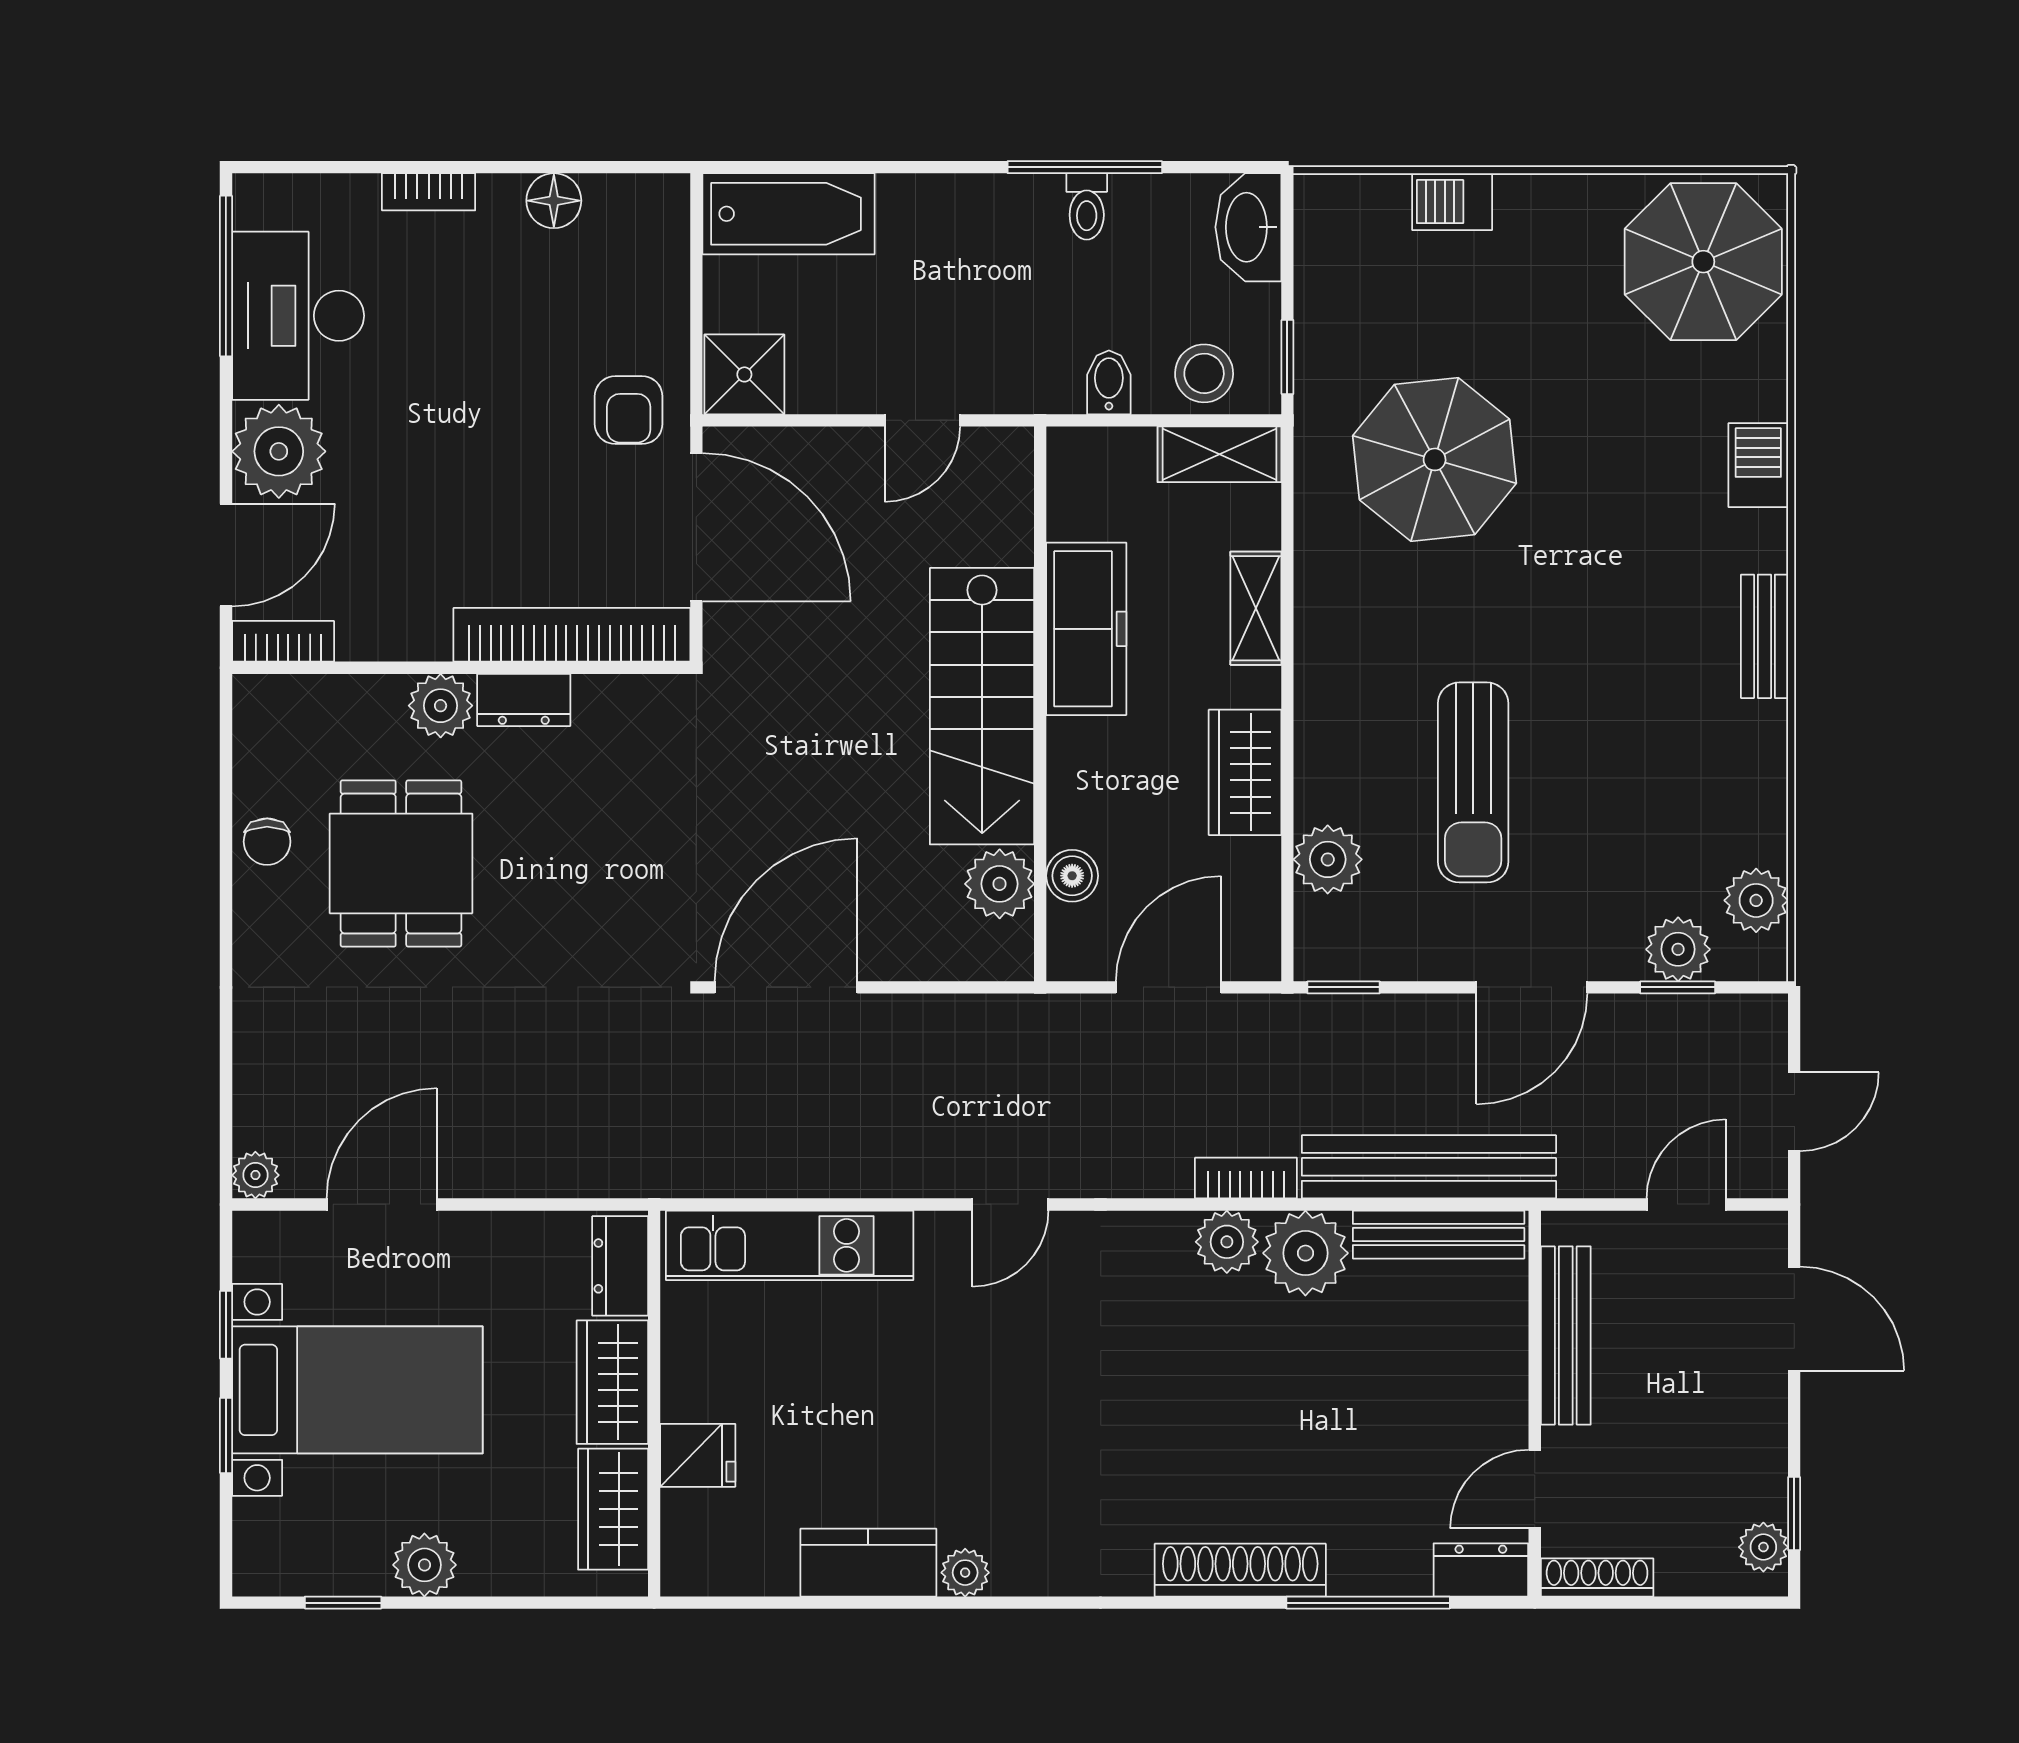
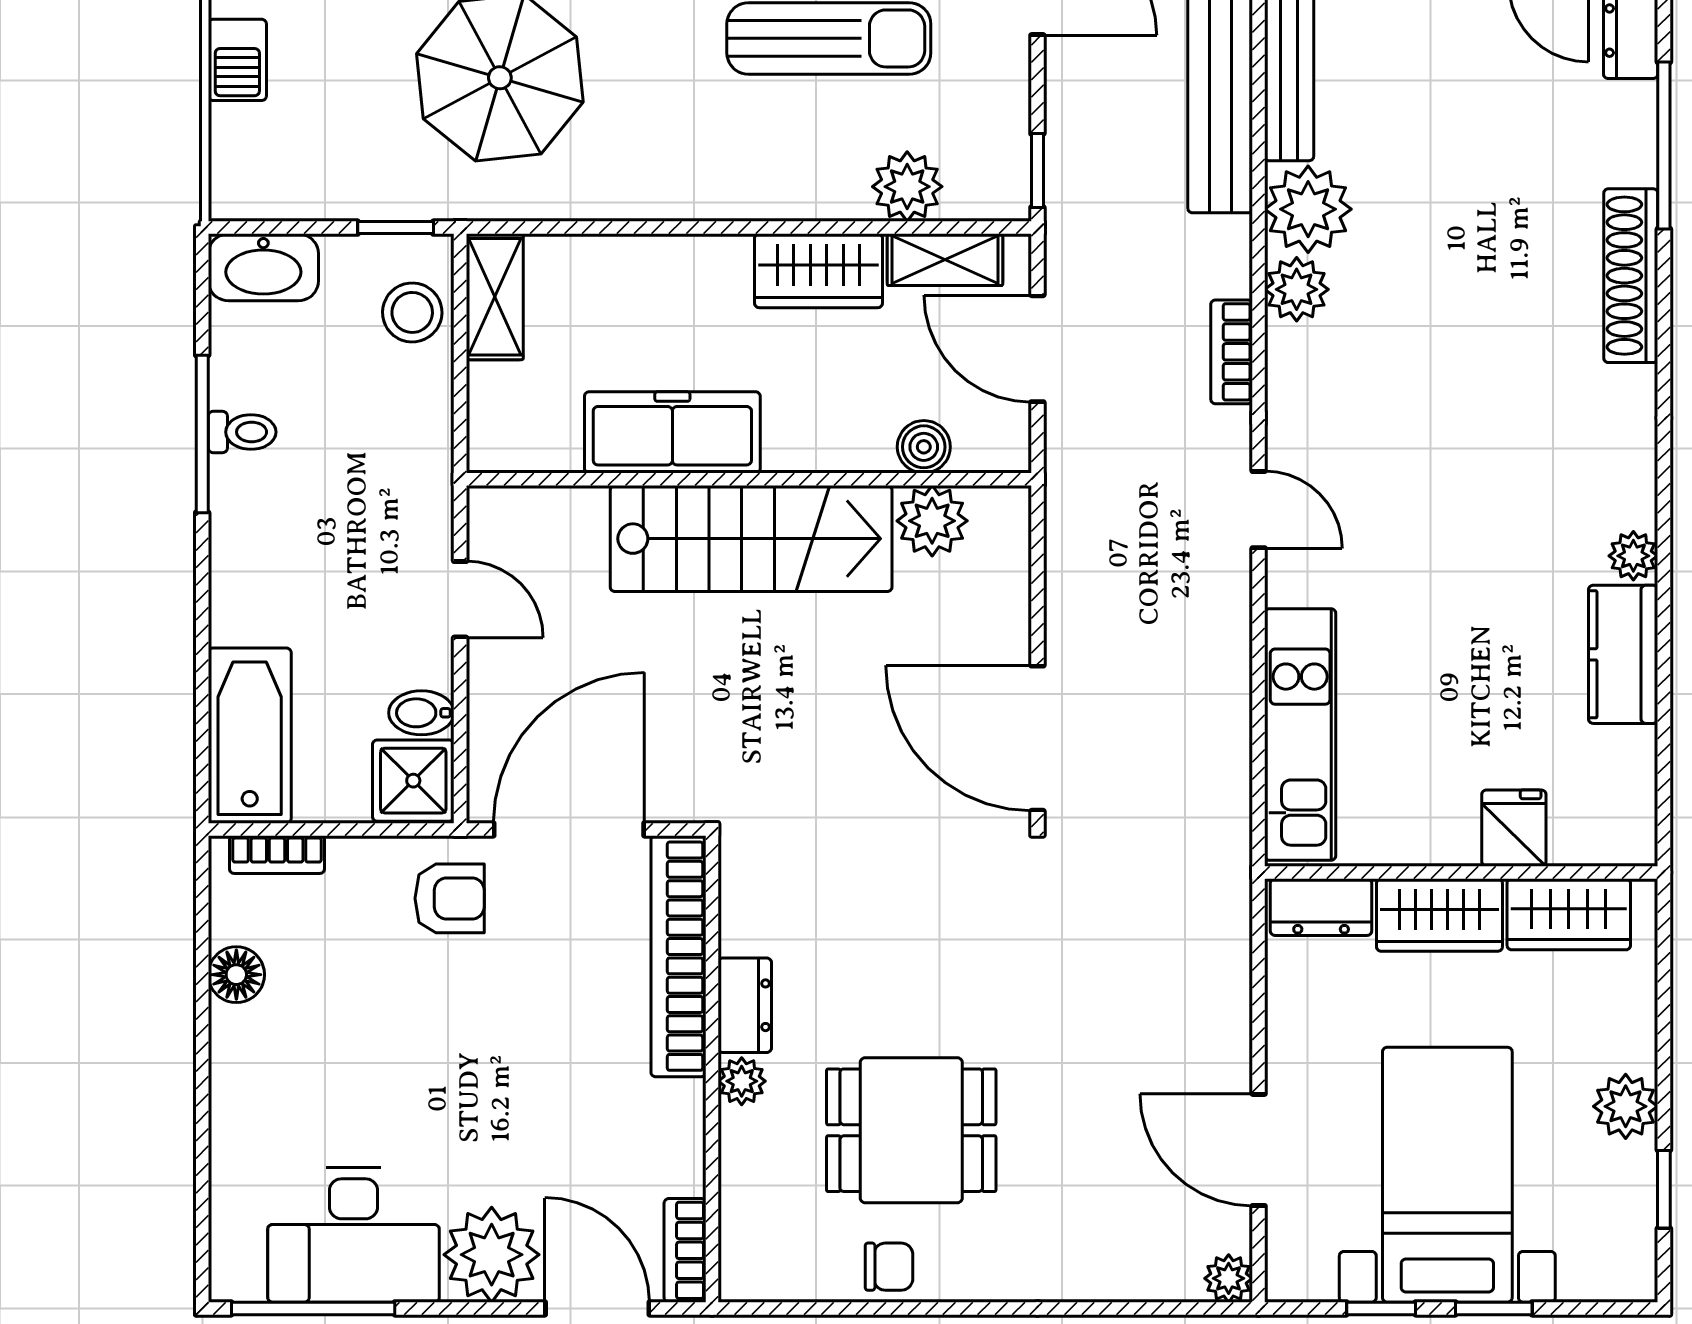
bookcase: (429, 192) -> (277, 855), moved, turned 90
bidet: (1109, 382) -> (421, 713), moved
shelving: (1256, 608) -> (945, 260), moved
plant: (441, 706) -> (742, 1081), width x0.73, depth x0.73
bookcase: (1246, 1178) -> (1232, 352), moved

